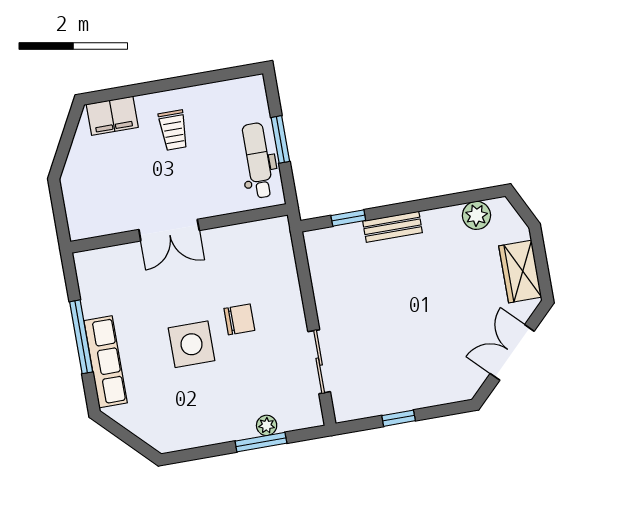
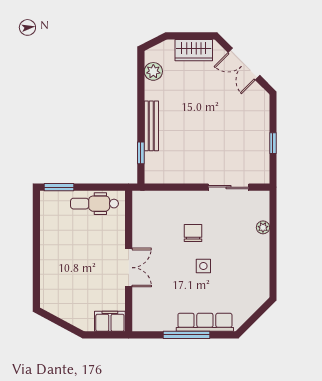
filing cabinet: (112, 116) -> (110, 321), moved, turned -90
trolley: (173, 130) -> (66, 254), removed
window: (280, 139) -> (59, 187), moved
bench: (393, 227) -> (151, 126), width x1.36
side table: (192, 344) -> (203, 266), width x0.54, depth x0.54
window: (261, 442) -> (273, 233), removed

